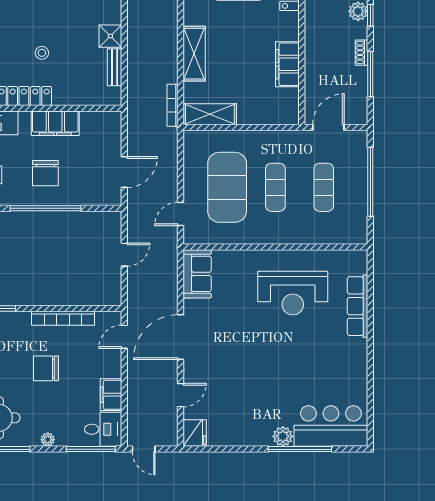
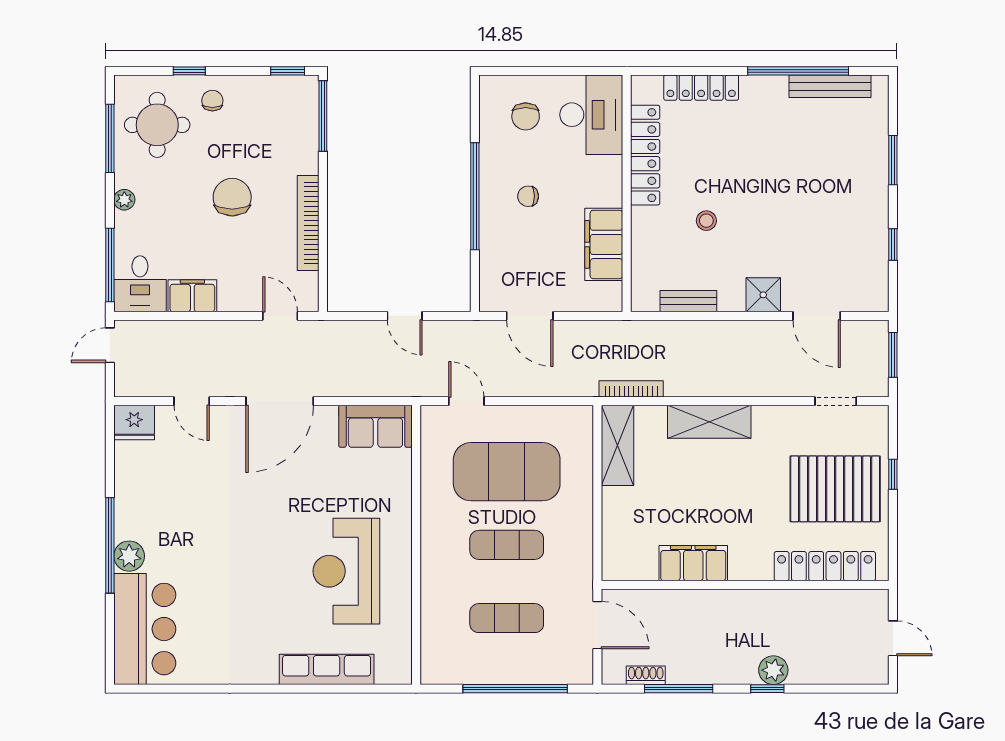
shower: (110, 36) -> (763, 295), moved
stool: (42, 53) -> (706, 221), moved
shoe rack: (361, 53) -> (646, 675), moved
filing cabinet: (55, 123) -> (604, 244), moved
chair: (45, 173) -> (528, 196), width x0.54, depth x0.54
door: (181, 337) -> (280, 401), swing flipped
window: (300, 449) -> (110, 545), moved

